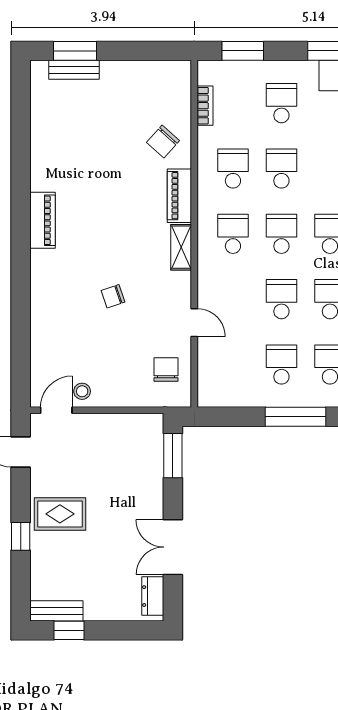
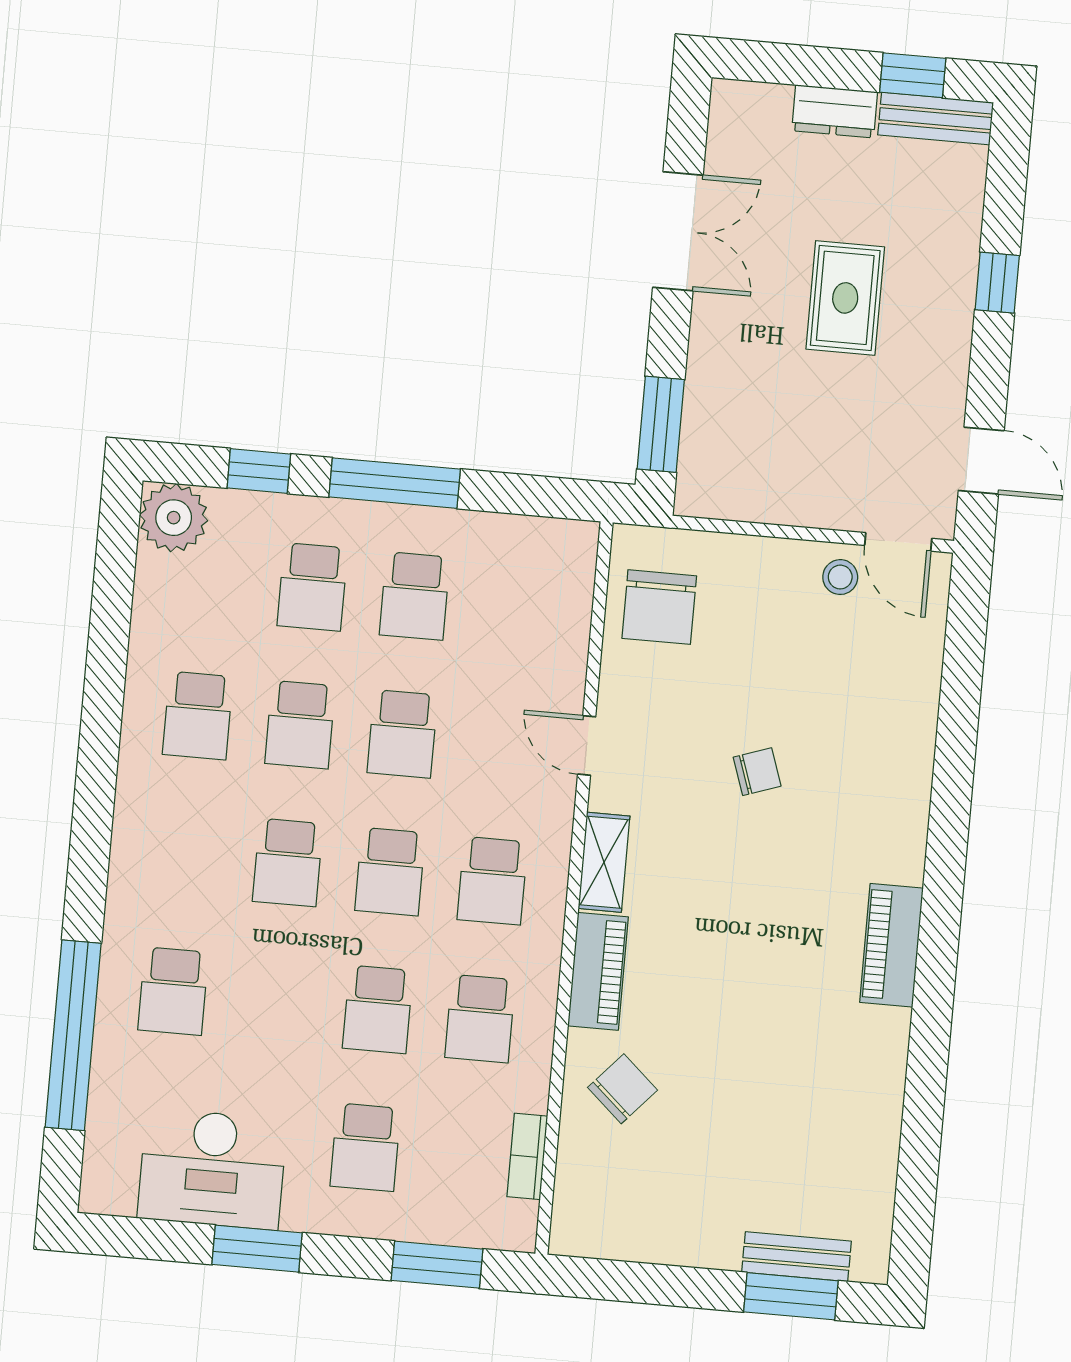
door: (194, 323) -> (587, 745), moved
chair: (166, 370) -> (659, 607), width x1.37, depth x1.37
door: (56, 410) -> (898, 542), hinge flipped
rug: (60, 514) -> (845, 298), moved, turned 90
dresser: (153, 596) -> (835, 111), moved, turned 90

